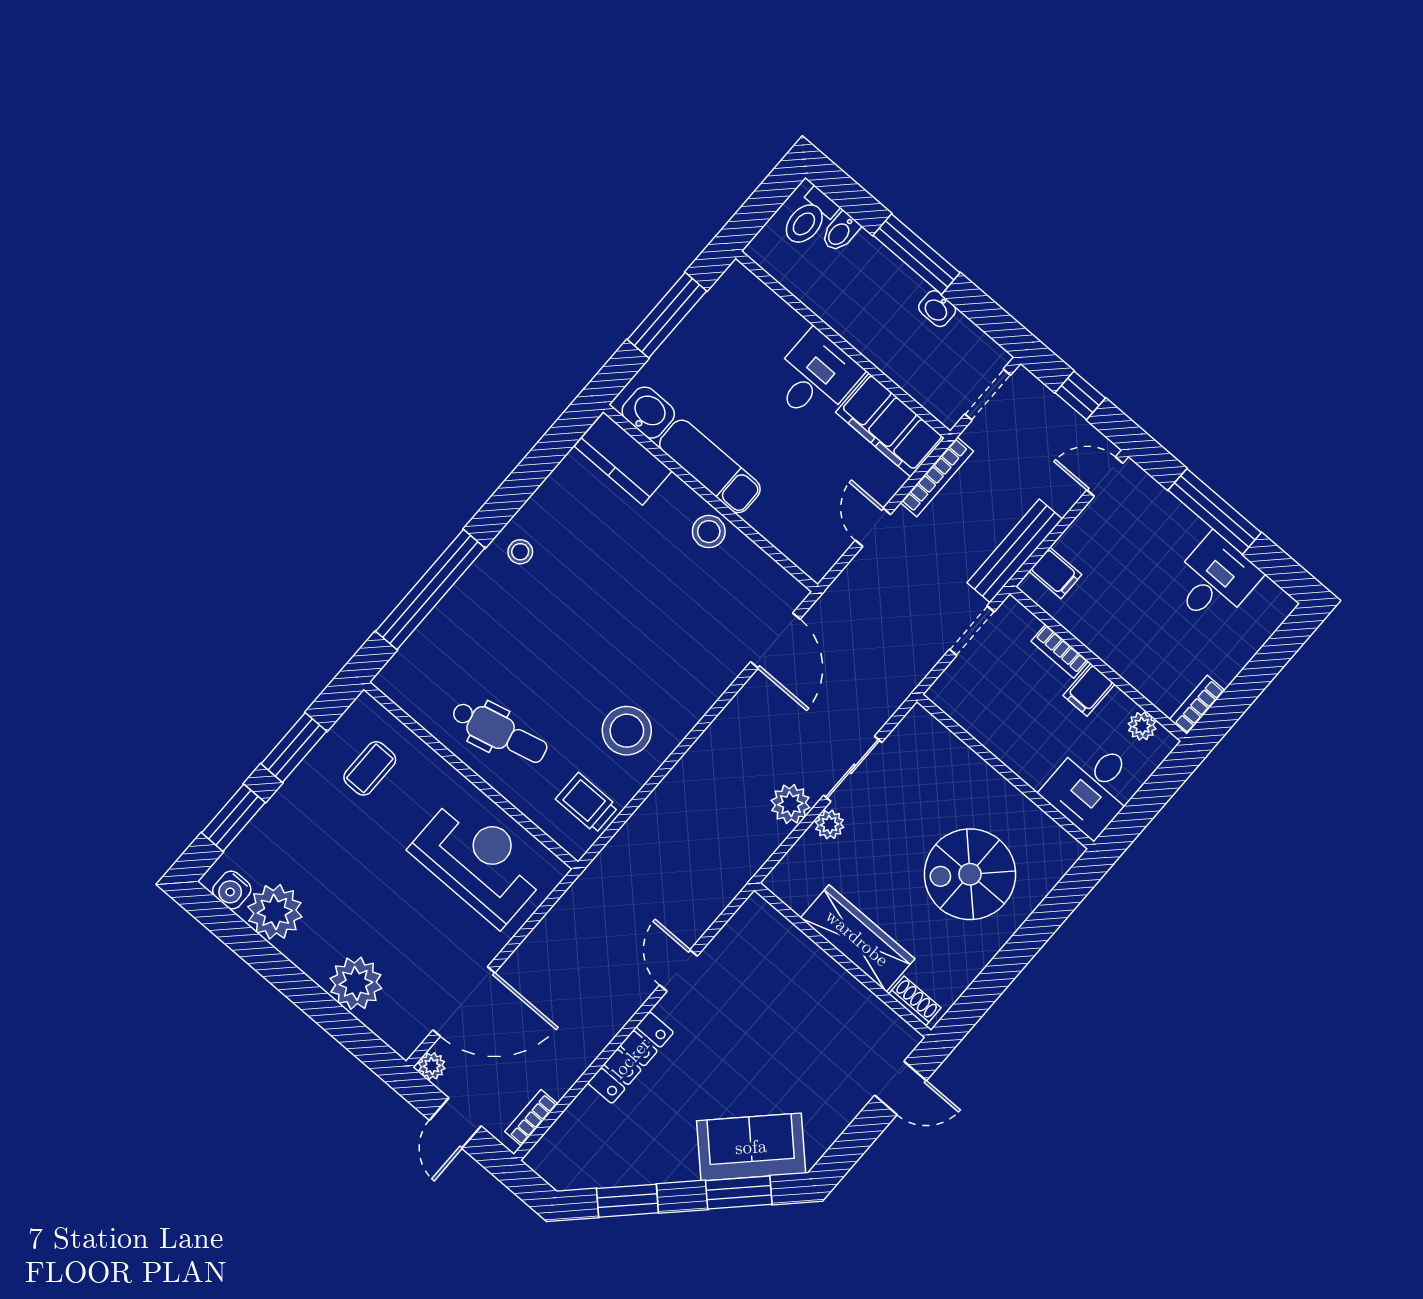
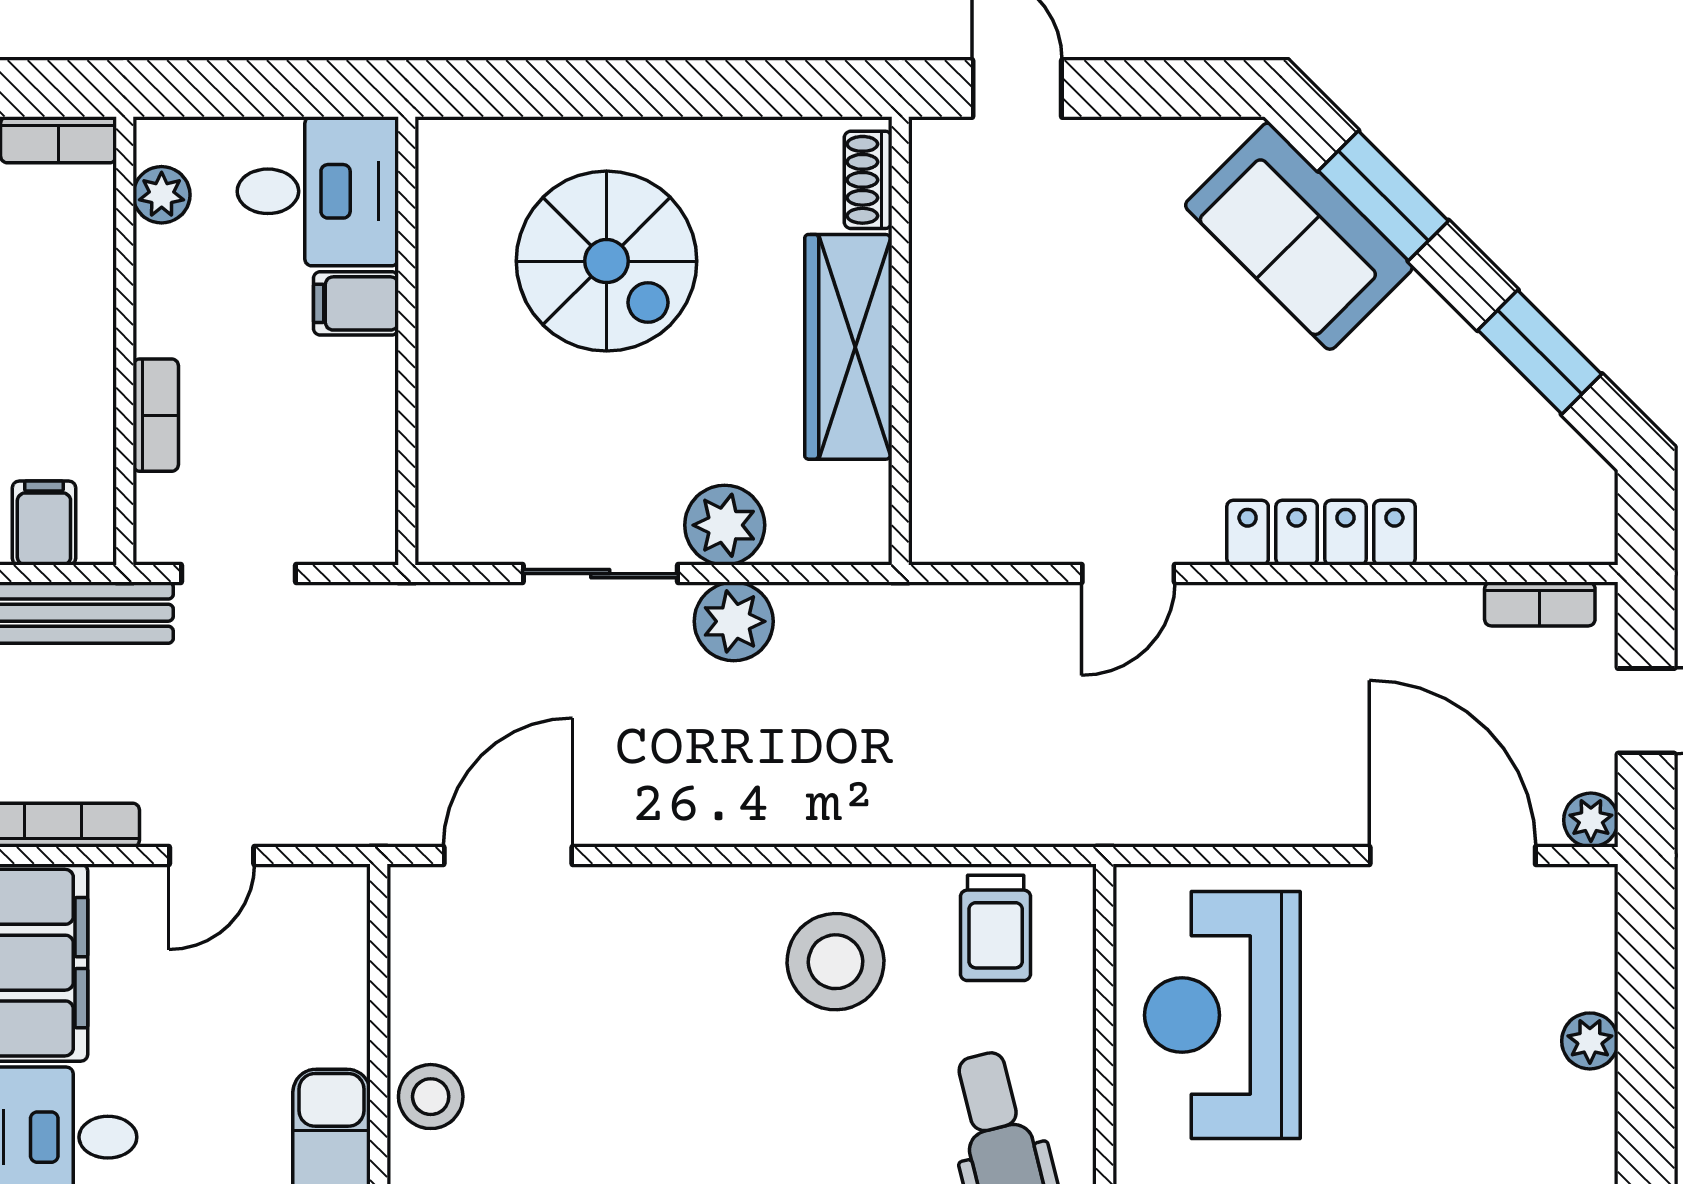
filing cabinet: (1089, 690) -> (356, 303), moved, turned 180
plant: (830, 825) -> (725, 525), width x1.38, depth x1.38
plant: (356, 983) -> (1590, 1041), width x0.53, depth x0.53

